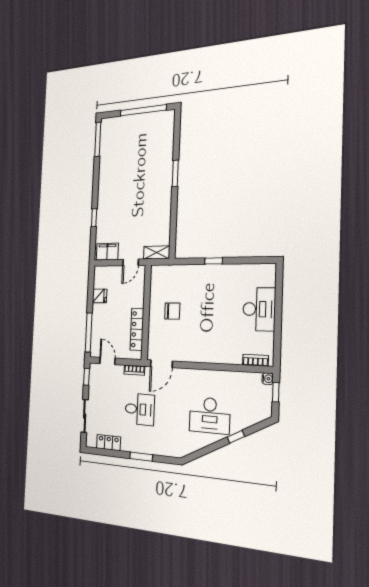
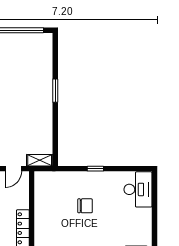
desk: (259, 309) -> (138, 189), moved
chair: (172, 311) -> (85, 206), moved

